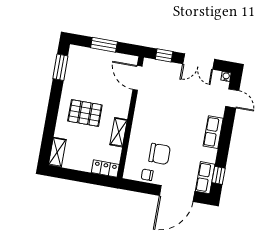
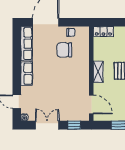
shelving: (119, 132) -> (98, 72), moved
window: (219, 175) -> (17, 42), removed
row of seats: (205, 178) -> (26, 44), width x1.48

